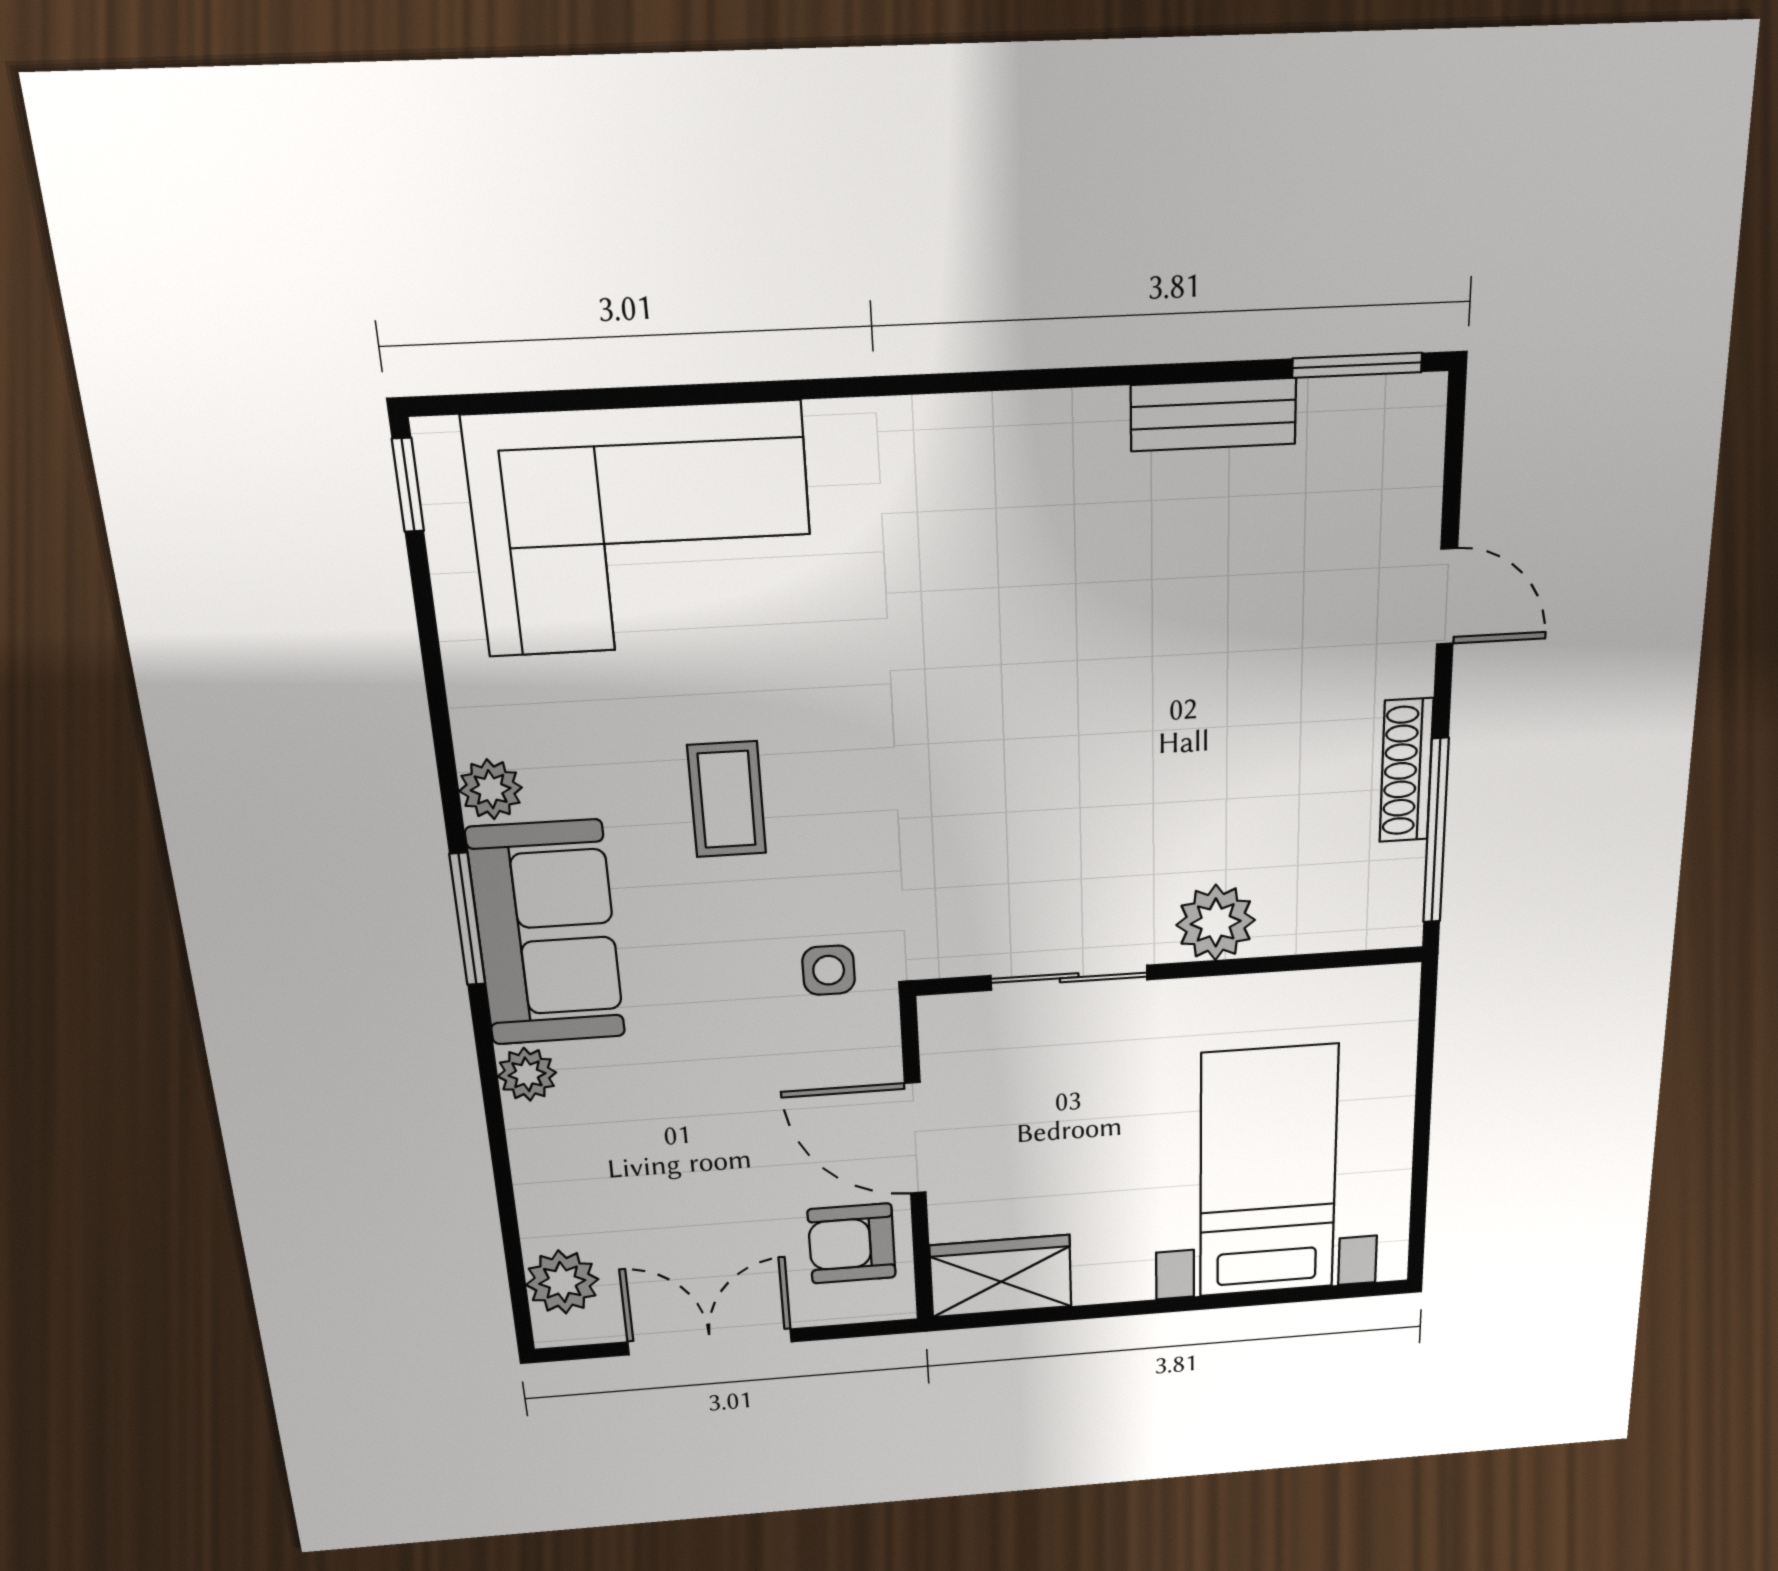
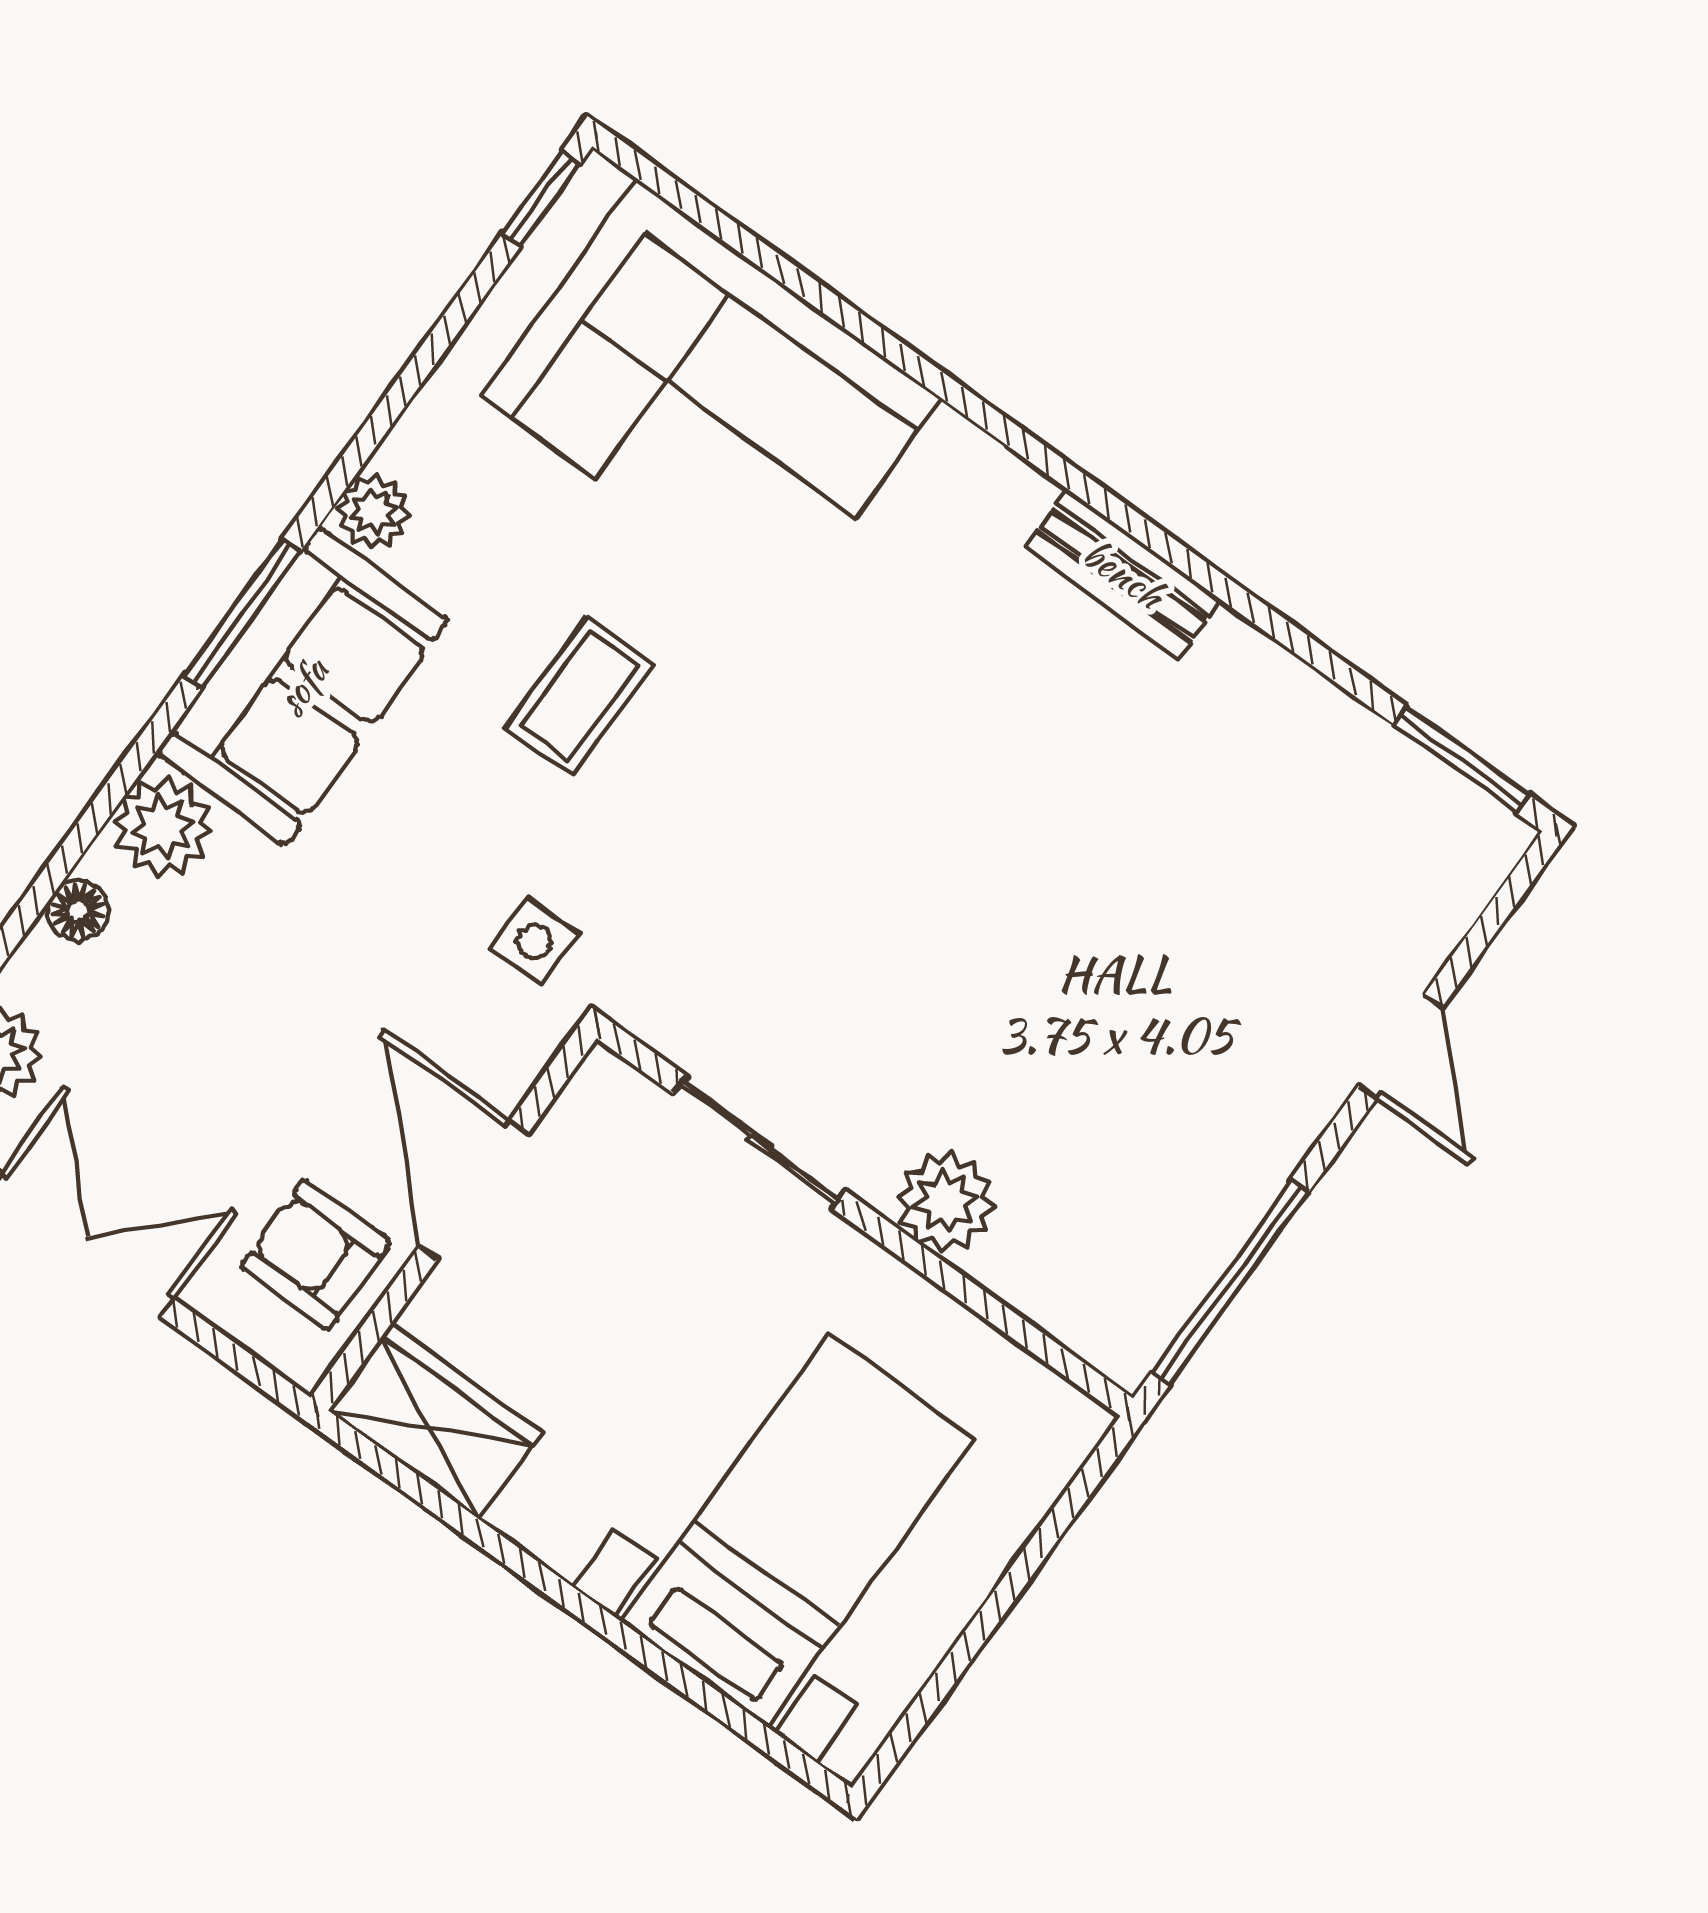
bench: (1213, 415) -> (1123, 574), moved
shoe rack: (1406, 771) -> (1244, 1193), removed
plant: (527, 1074) -> (162, 827), width x1.38, depth x1.38
floor lamp: (535, 1169) -> (78, 911), added

